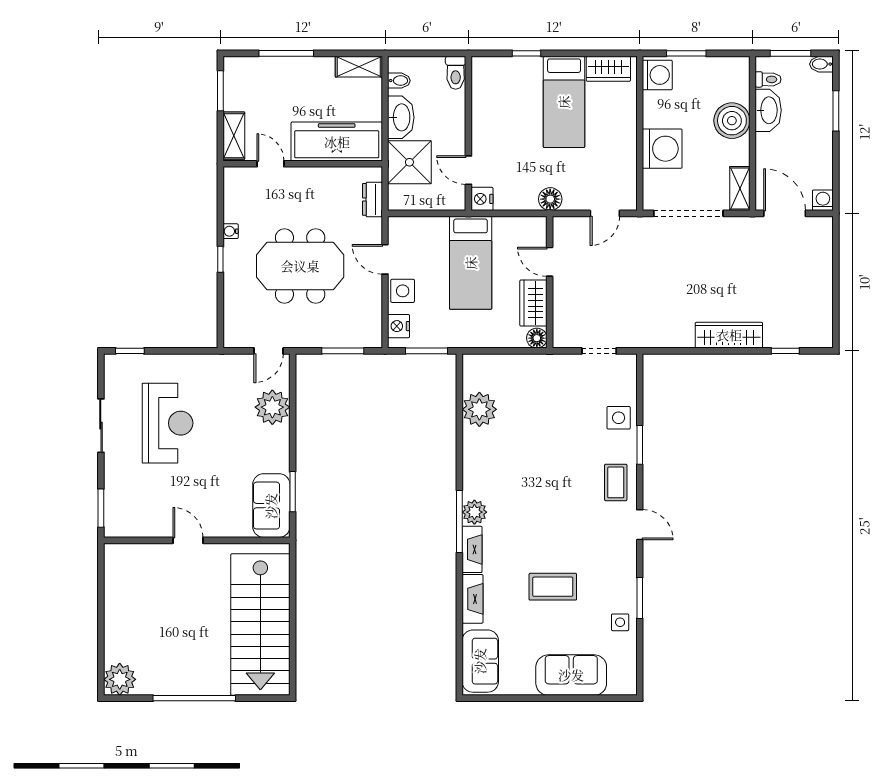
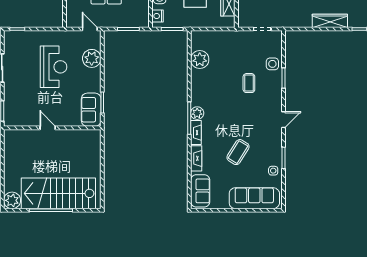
floor lamp: (537, 338) -> (230, 22), removed
door: (269, 351) -> (90, 29), swing flipped
reception desk: (168, 423) -> (54, 67), moved
coffee table: (616, 482) -> (249, 83), moved
door: (640, 525) -> (283, 120), hinge flipped
coffee table: (553, 587) -> (238, 152), turned -58
stairs: (260, 625) -> (58, 193), moved, turned 90
sofa: (571, 675) -> (254, 198), width x1.36

